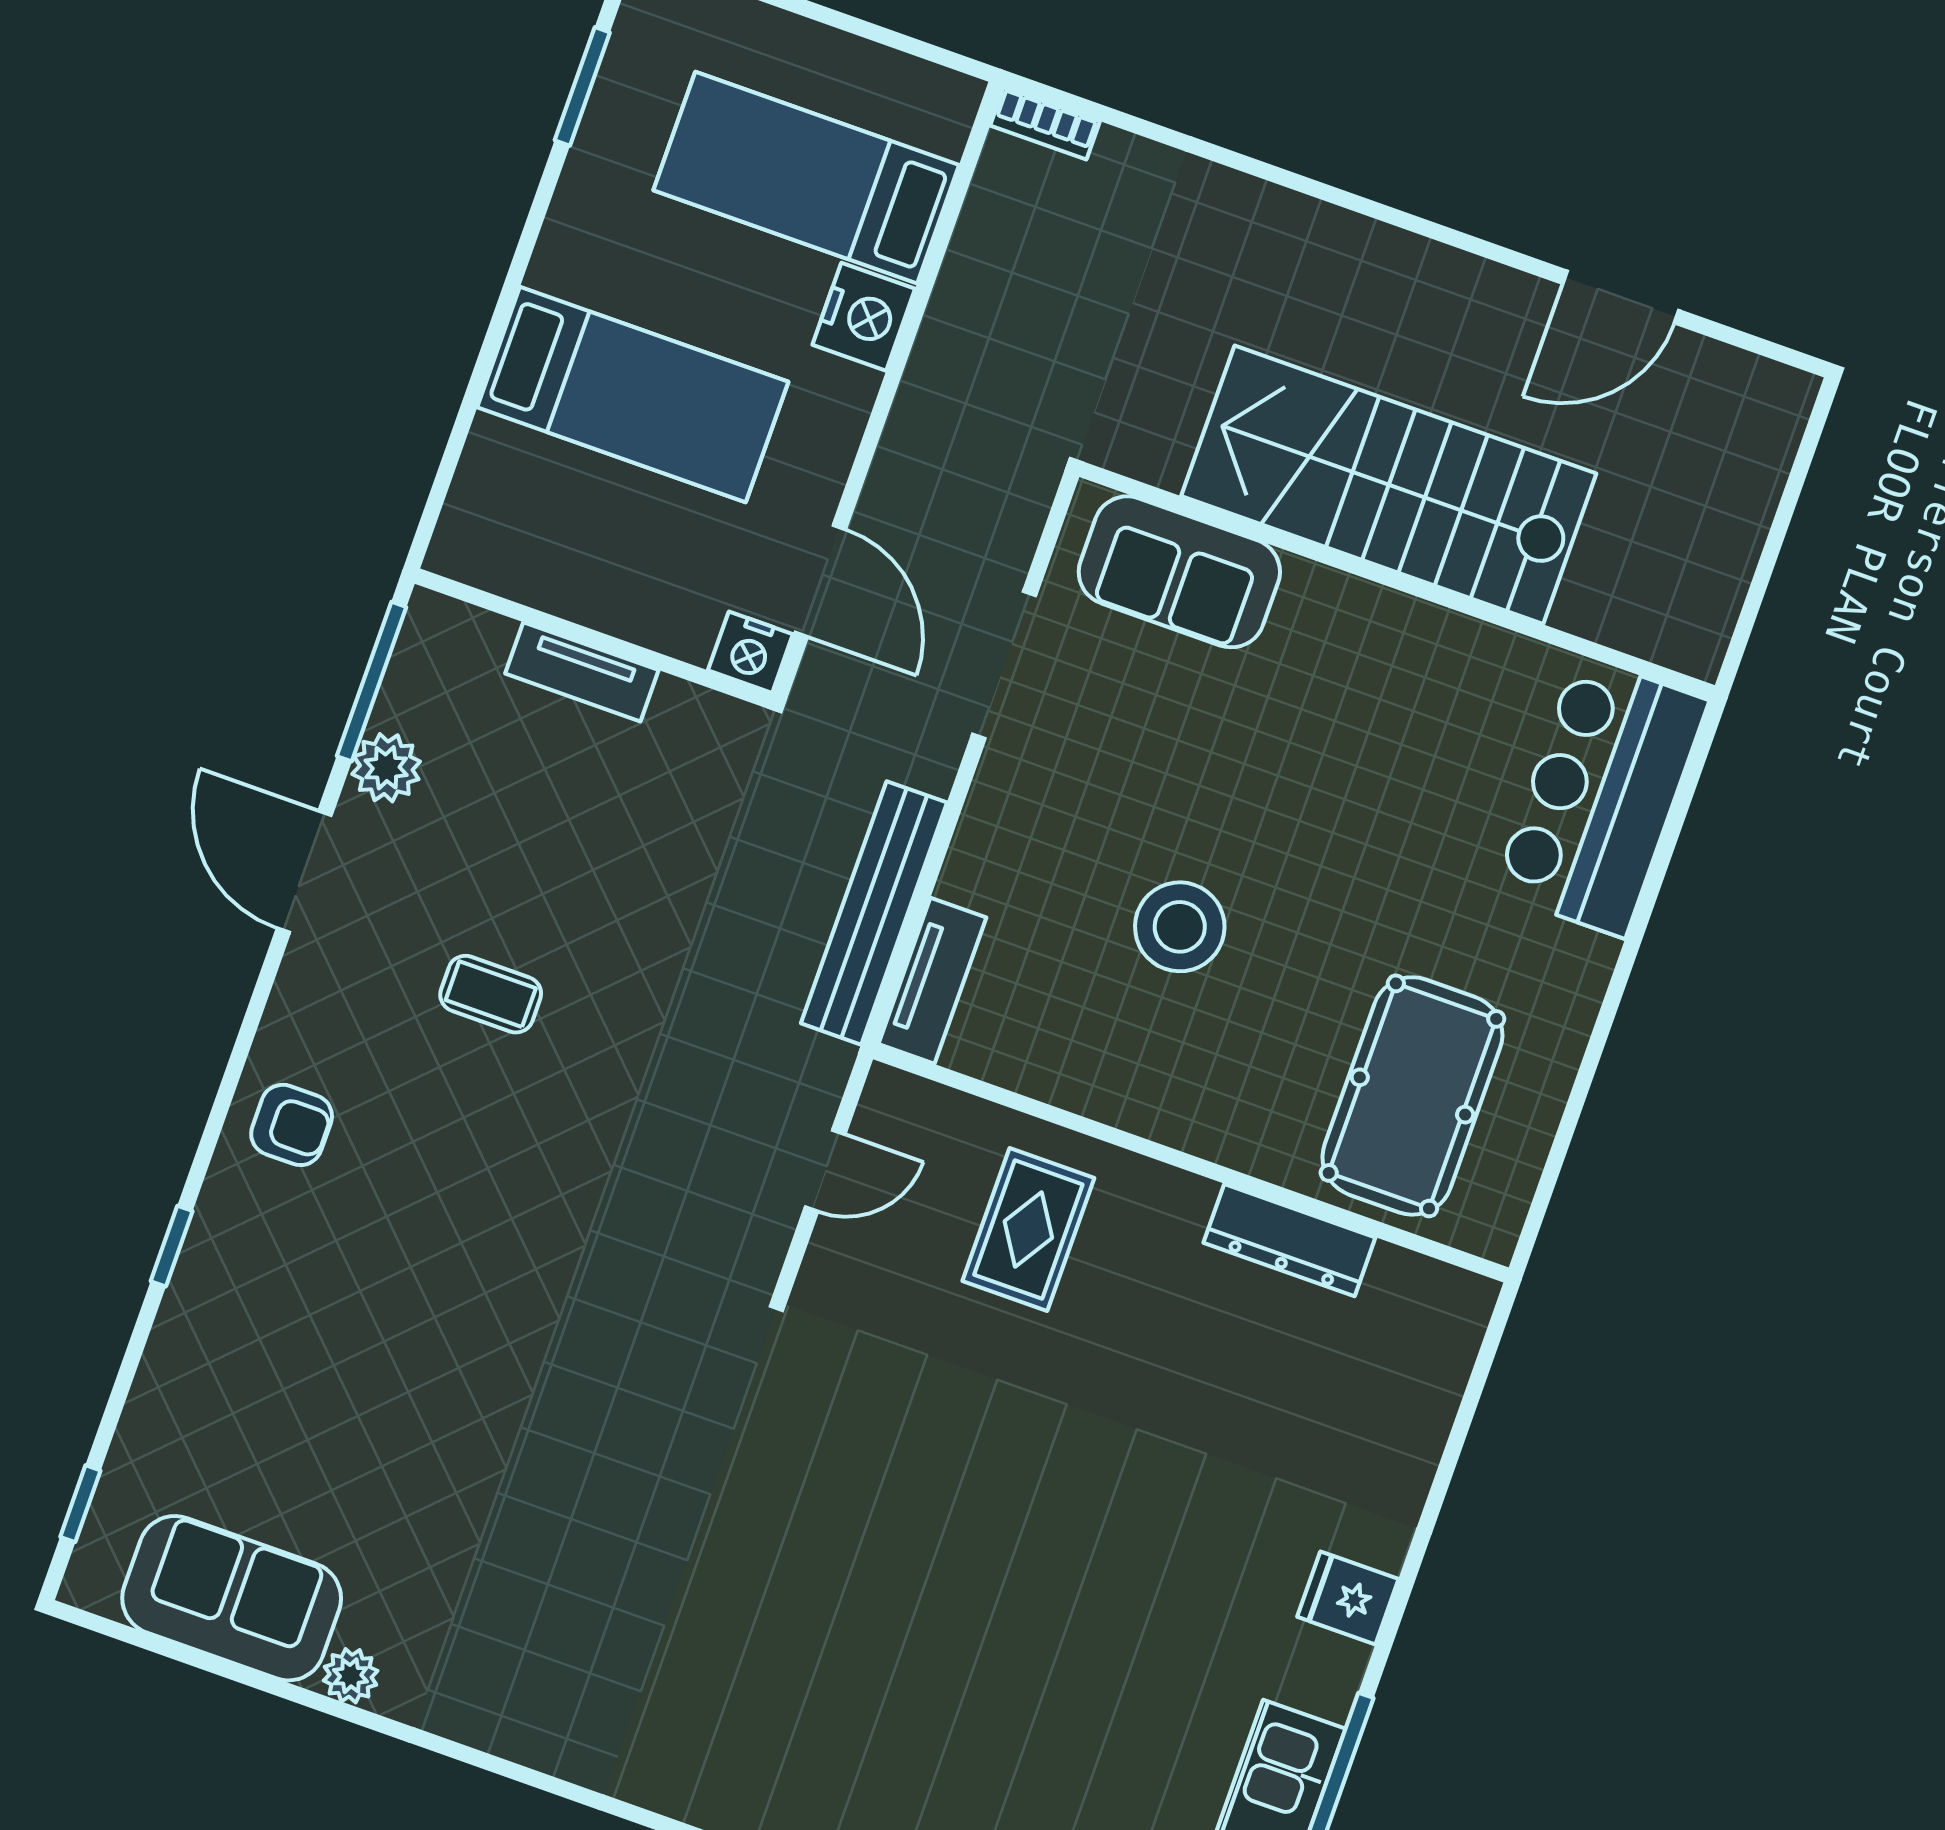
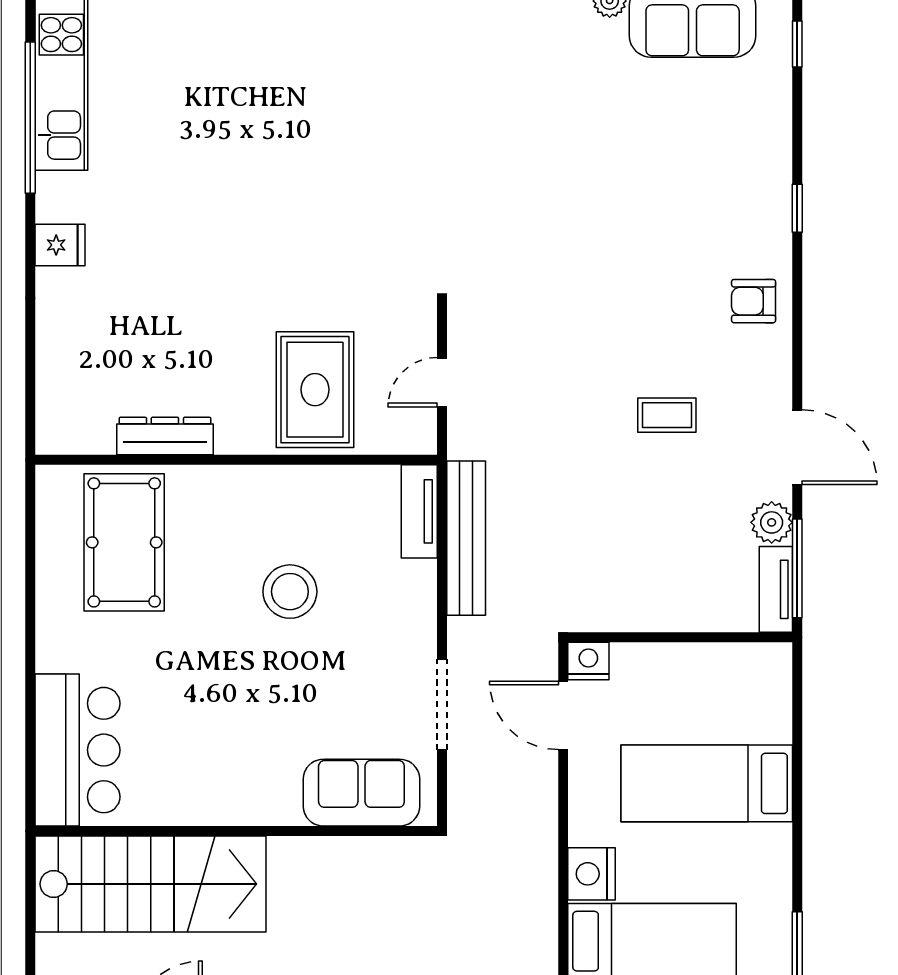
stairs: (1389, 485) -> (151, 884), moved
tv unit: (582, 672) -> (776, 589), moved, turned -90
rug: (1028, 1230) -> (315, 390), width x1.36, depth x1.43

